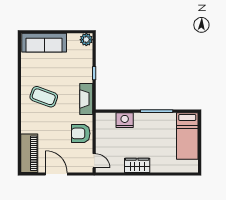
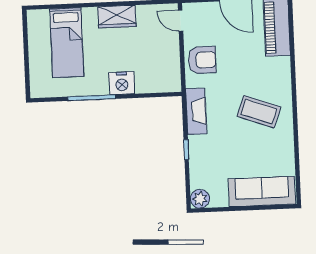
nightstand: (125, 120) -> (122, 83), moved
bed: (187, 136) -> (67, 43), moved, turned 180

